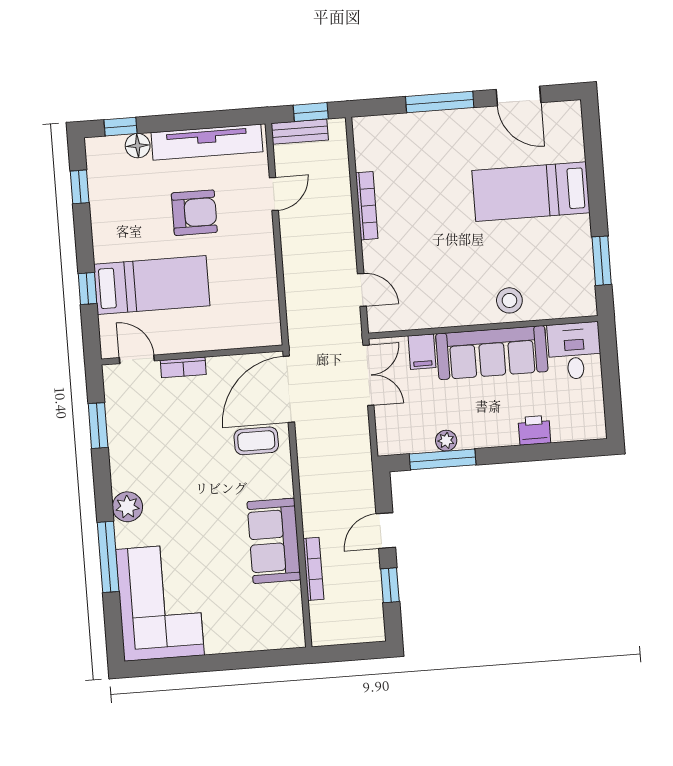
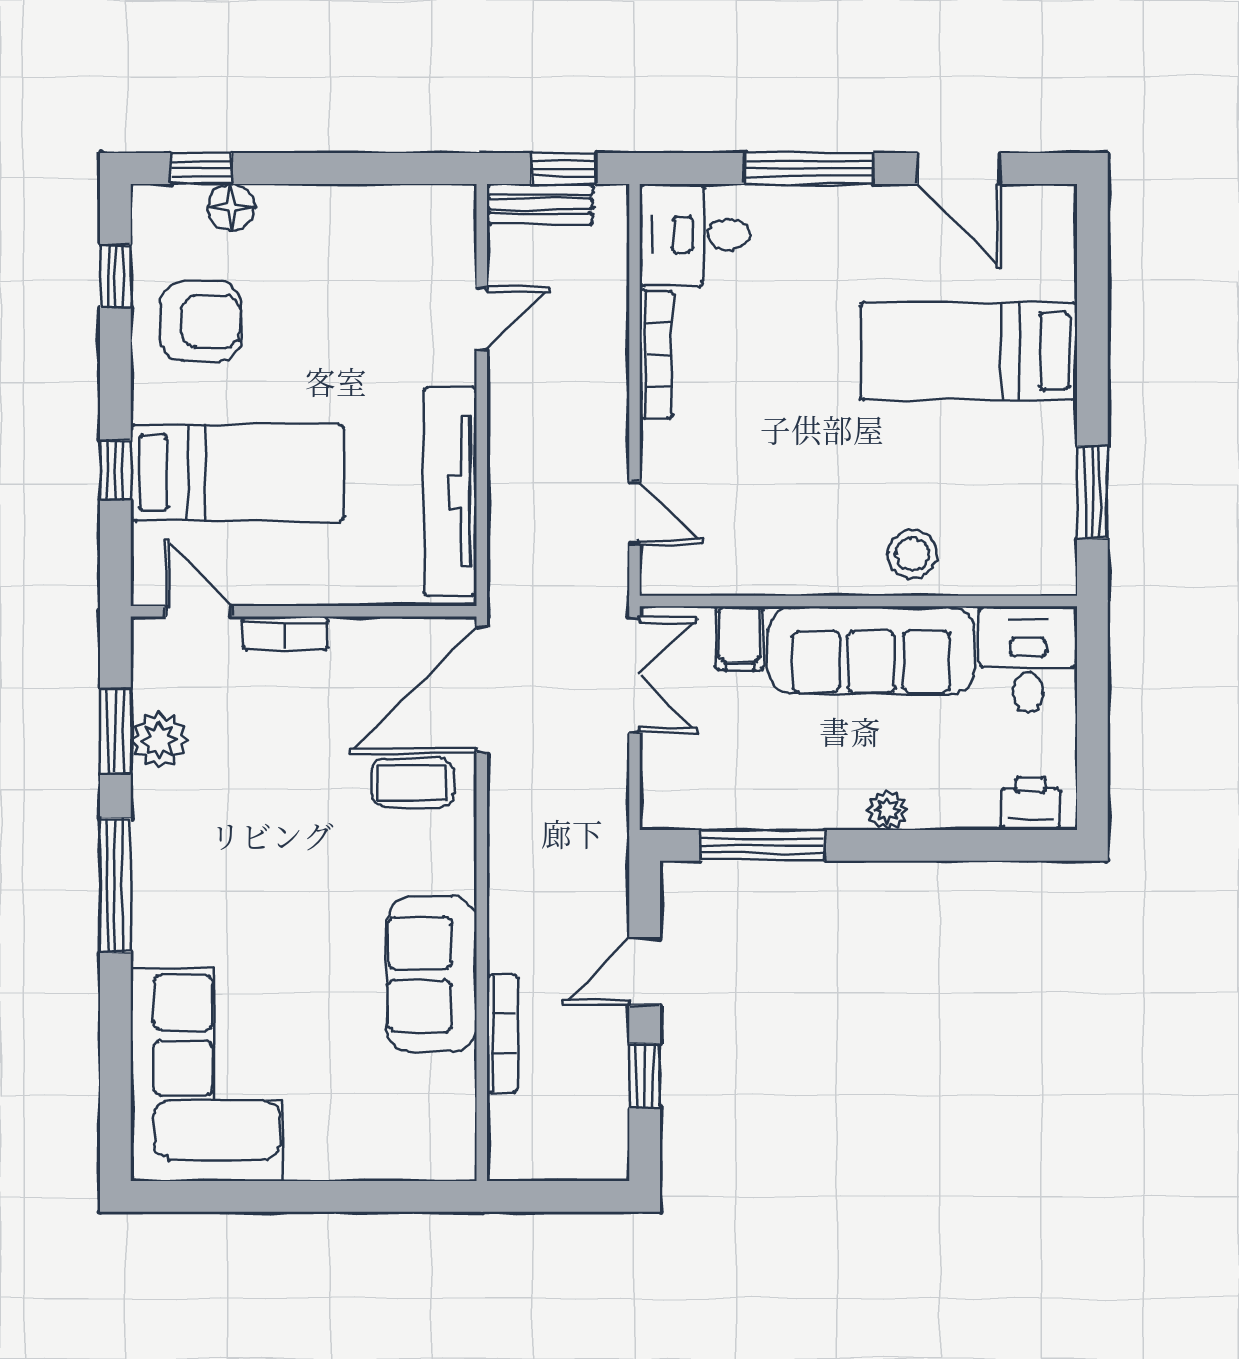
desk: (382, 141) -> (695, 235), added
tv unit: (207, 142) -> (450, 492), moved, turned 90
armchair: (194, 213) -> (201, 321), moved
printer: (534, 430) -> (1030, 803), moved
plant: (446, 441) -> (887, 810), moved
plant: (127, 507) -> (159, 740), moved
window: (108, 557) -> (115, 885), moved

